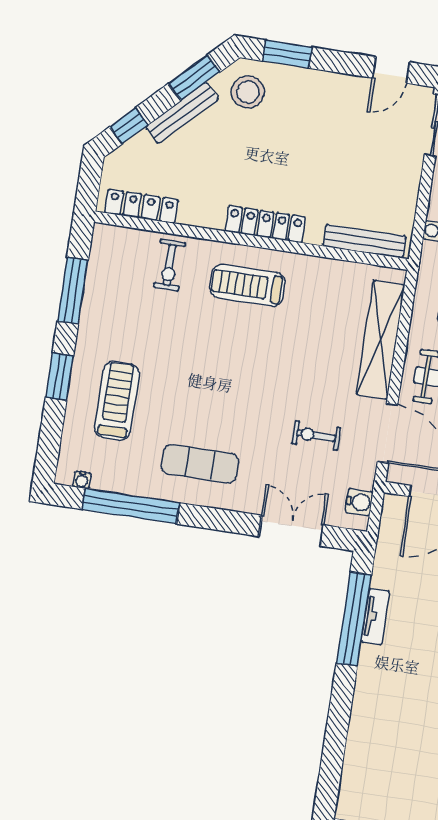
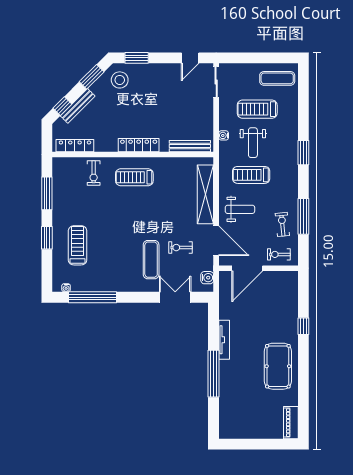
bench: (182, 113) -> (78, 106), moved
exercise mat: (200, 464) -> (151, 260), moved, turned 90
tv unit: (375, 617) -> (224, 340), width x1.41
window: (354, 619) -> (213, 374), moved

